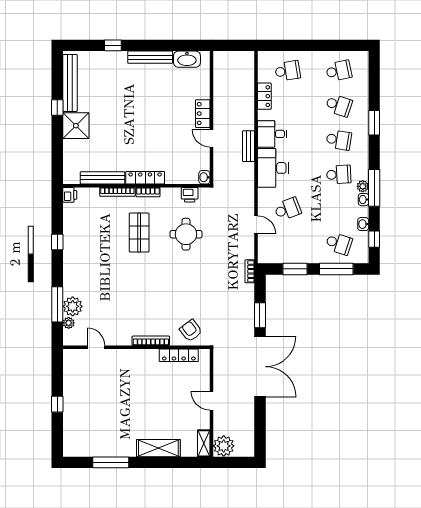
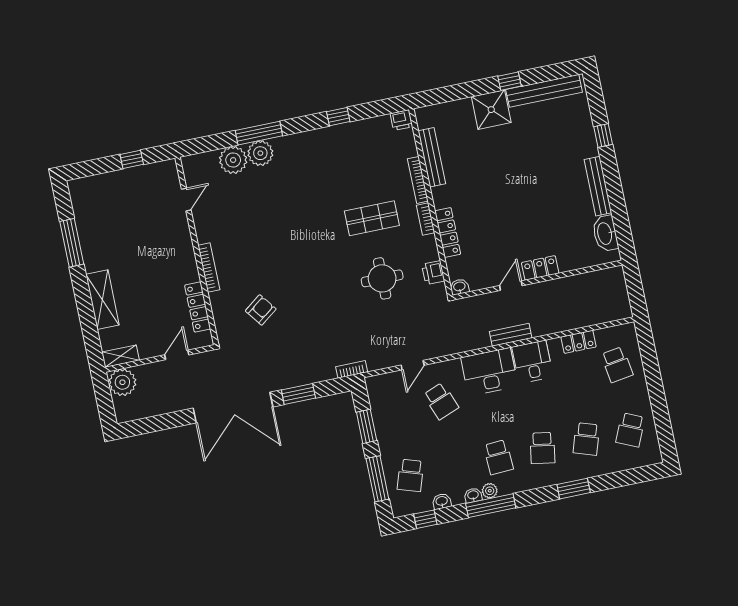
school desk: (339, 71) -> (630, 430), turned 36
locker: (145, 178) -> (448, 232), moved
plant: (69, 323) -> (233, 160), width x1.87, depth x1.87
bookcase: (151, 341) -> (209, 268), moved
door: (96, 347) -> (186, 200), moved
wall: (136, 347) -> (197, 251), moved
locker: (179, 355) -> (198, 307), moved

